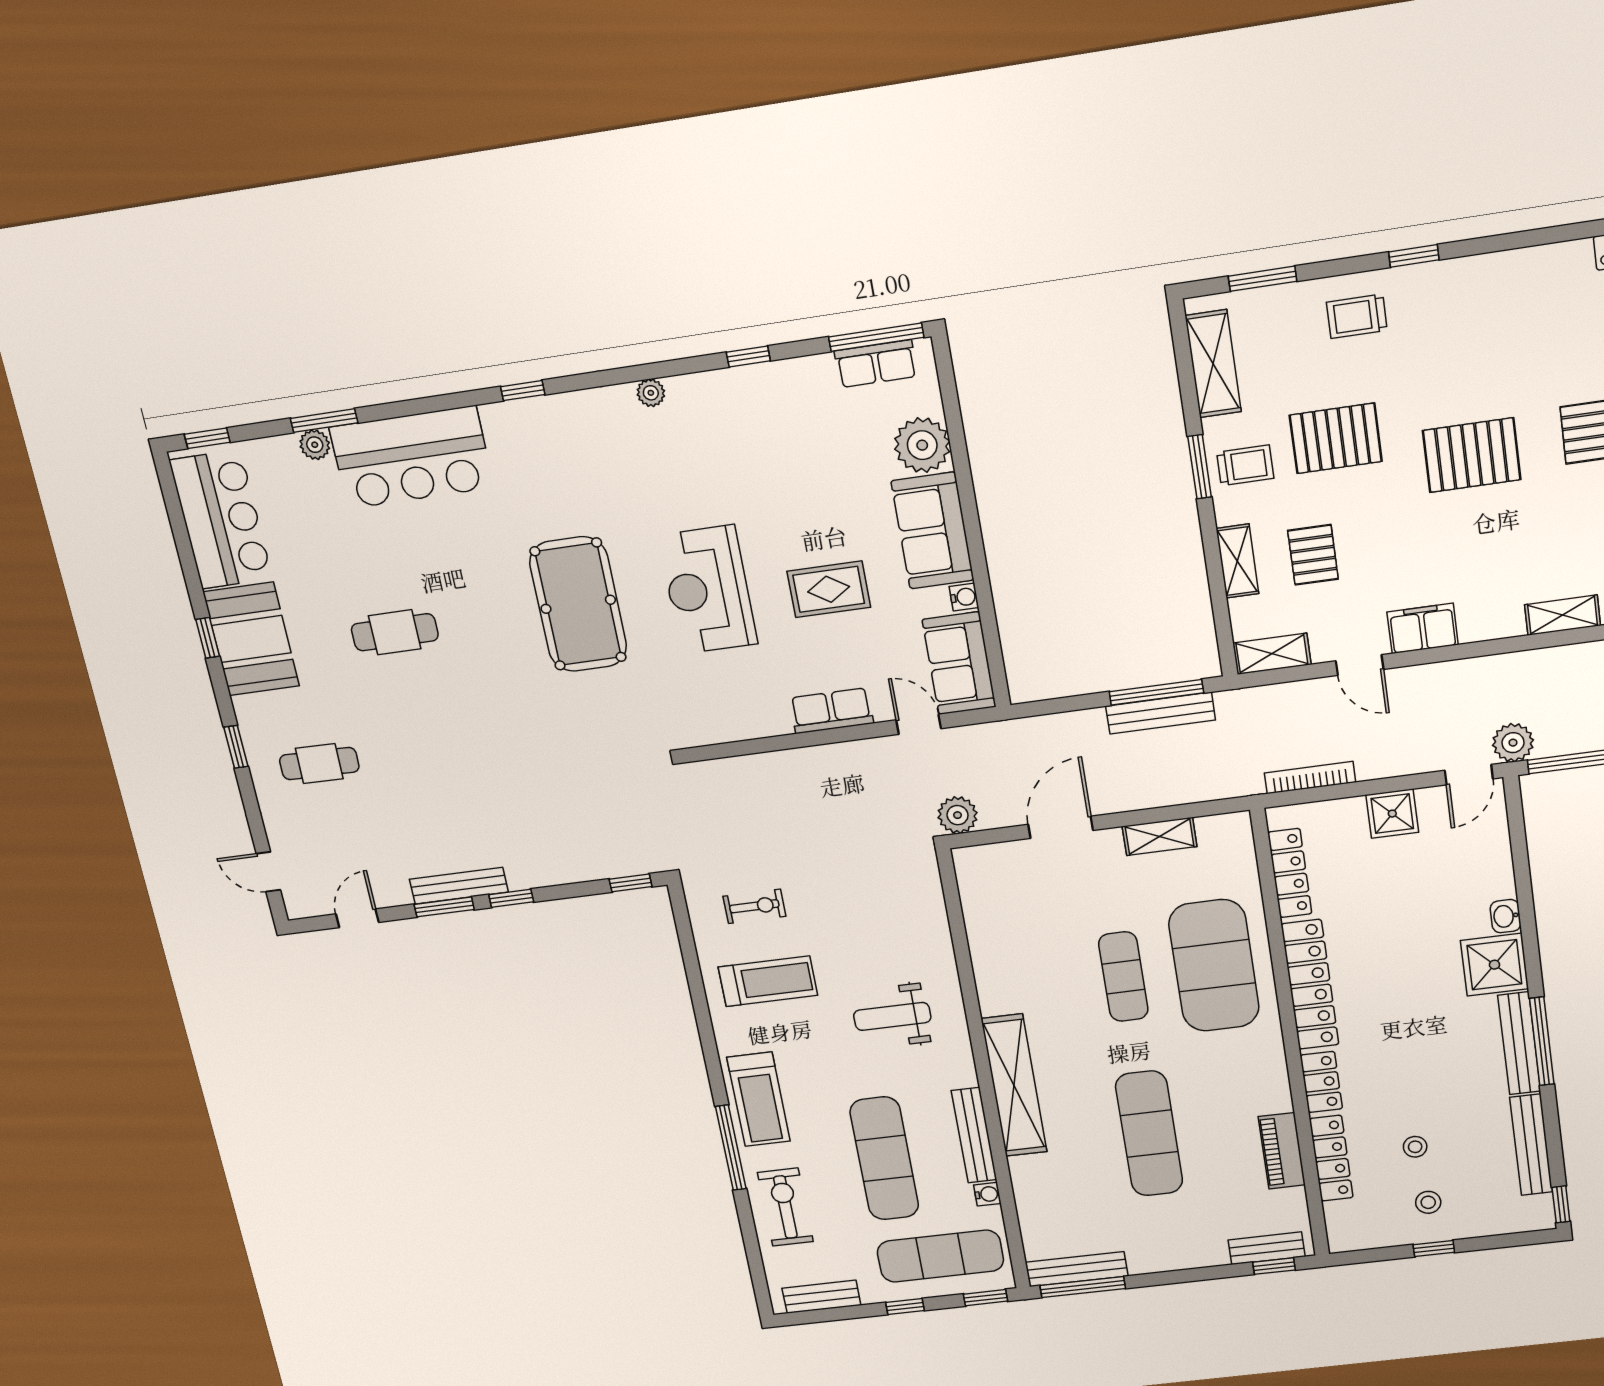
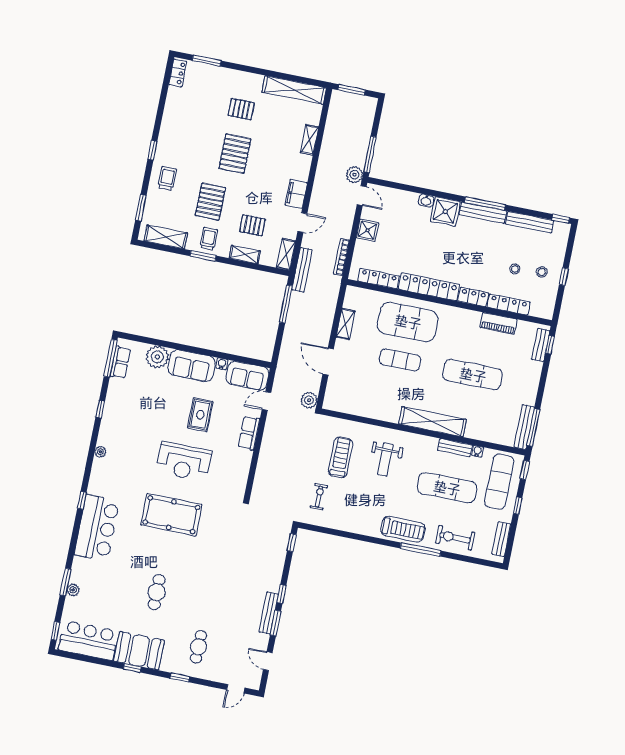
trolley: (1357, 316) -> (167, 178), turned 180
bar counter: (412, 457) -> (97, 528), moved
bench: (1160, 713) -> (302, 270), moved
treadmill: (768, 981) -> (341, 457), moved
bench: (974, 1135) -> (455, 448), width x0.73

